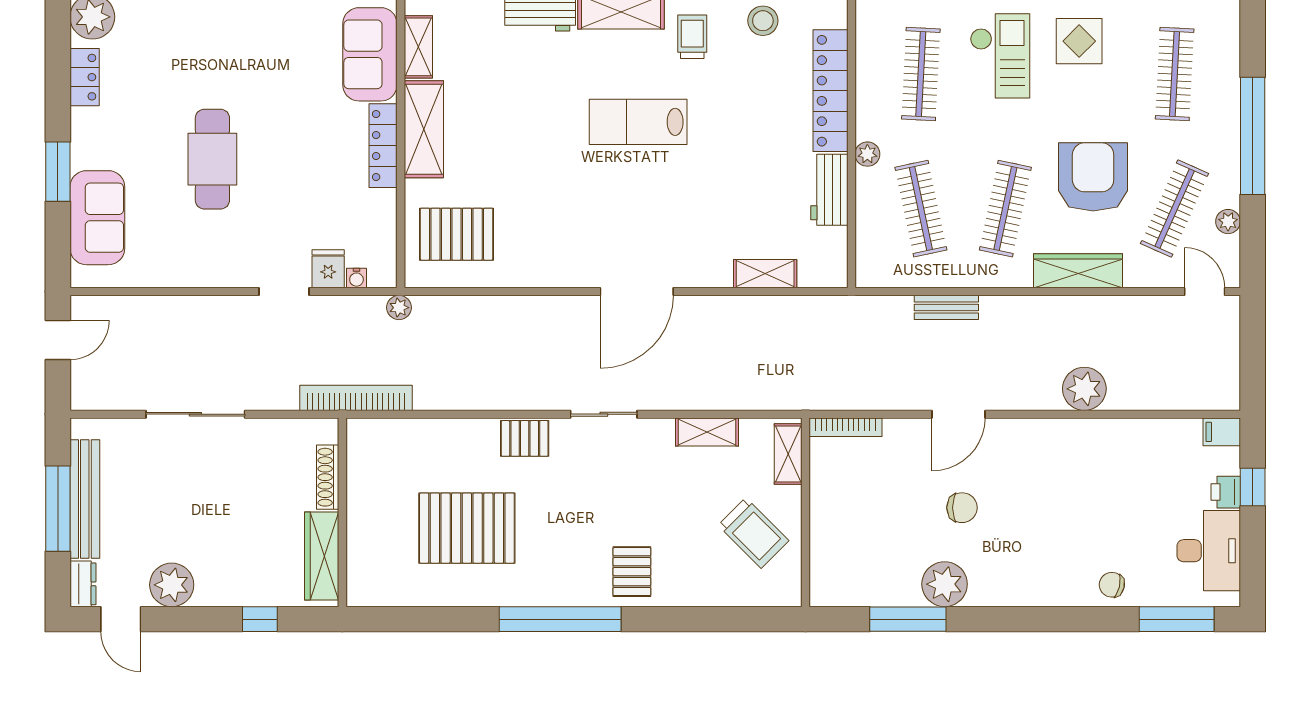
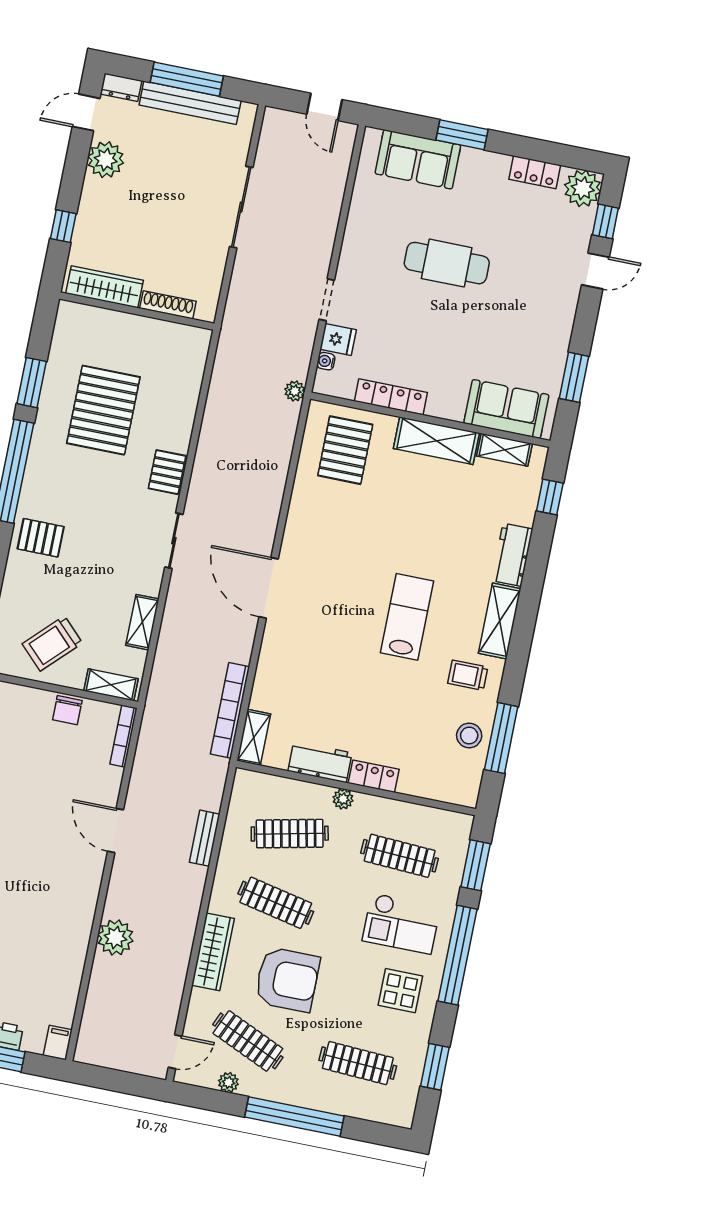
trolley: (692, 37) -> (468, 675), turned 180
locker: (830, 91) -> (374, 776), width x0.46, depth x0.83
locker: (383, 146) -> (391, 397), moved
shelving: (765, 274) -> (254, 737), moved
bookcase: (356, 398) -> (230, 710), moved, turned 180
chair: (962, 508) -> (67, 710), moved
window: (451, 619) -> (32, 383), added

